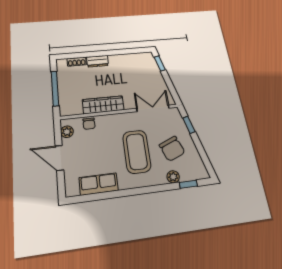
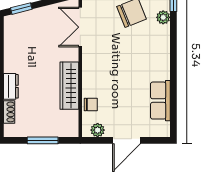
window: (55, 88) -> (43, 140), width x0.69
coffee table: (137, 152) -> (130, 54), removed

